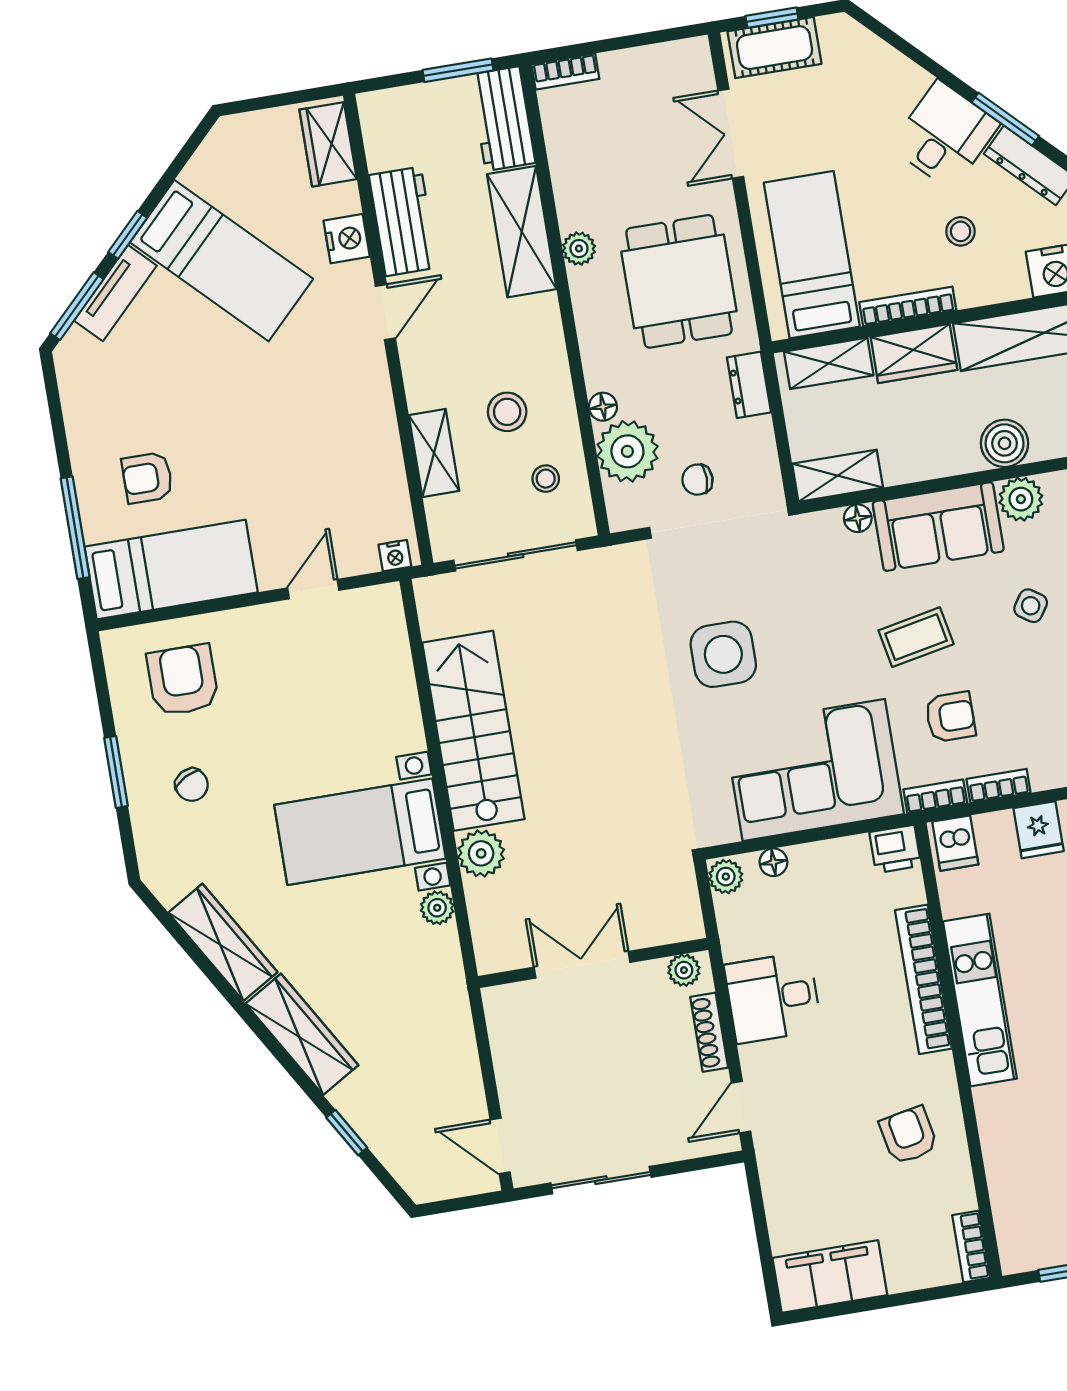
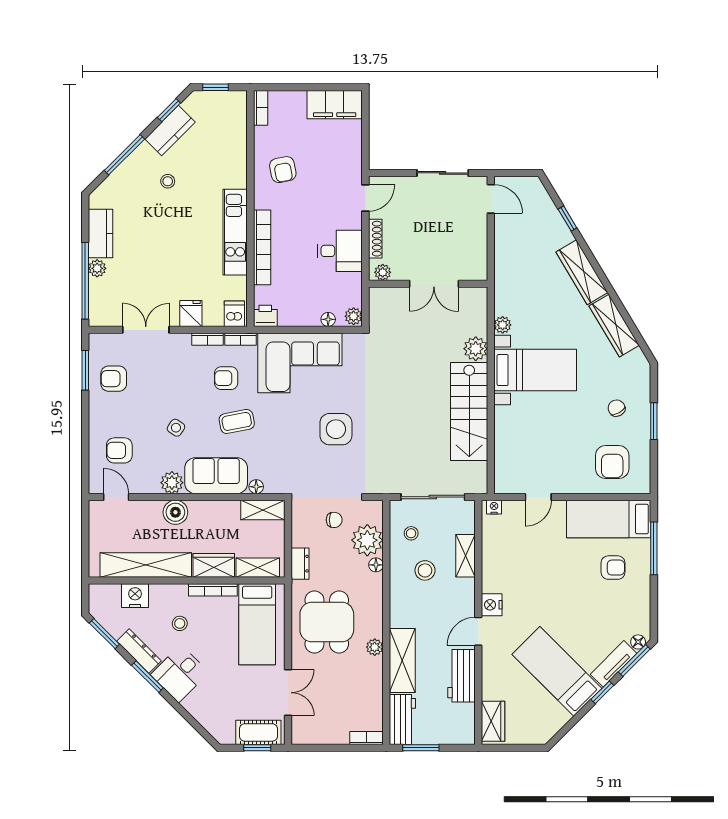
nightstand: (347, 239) -> (492, 605), moved
floor lamp: (75, 343) -> (638, 642), added

